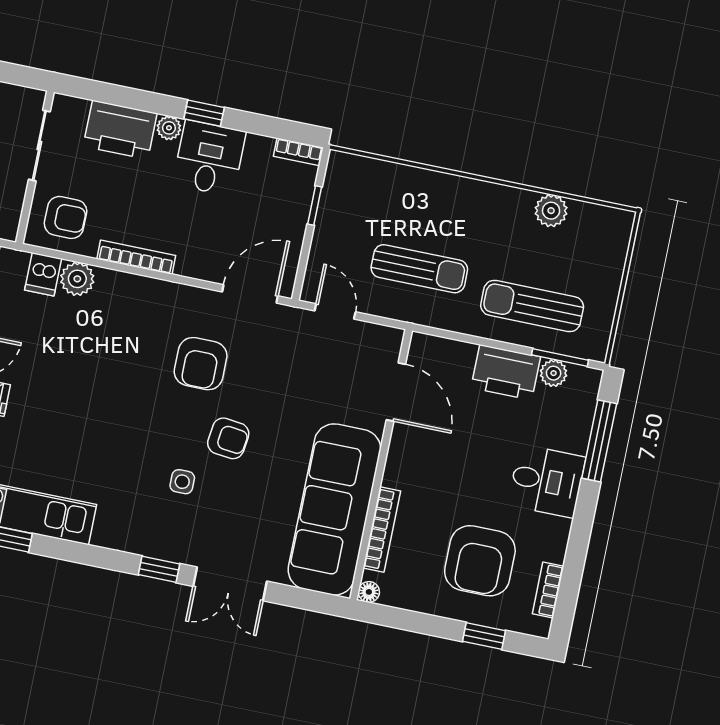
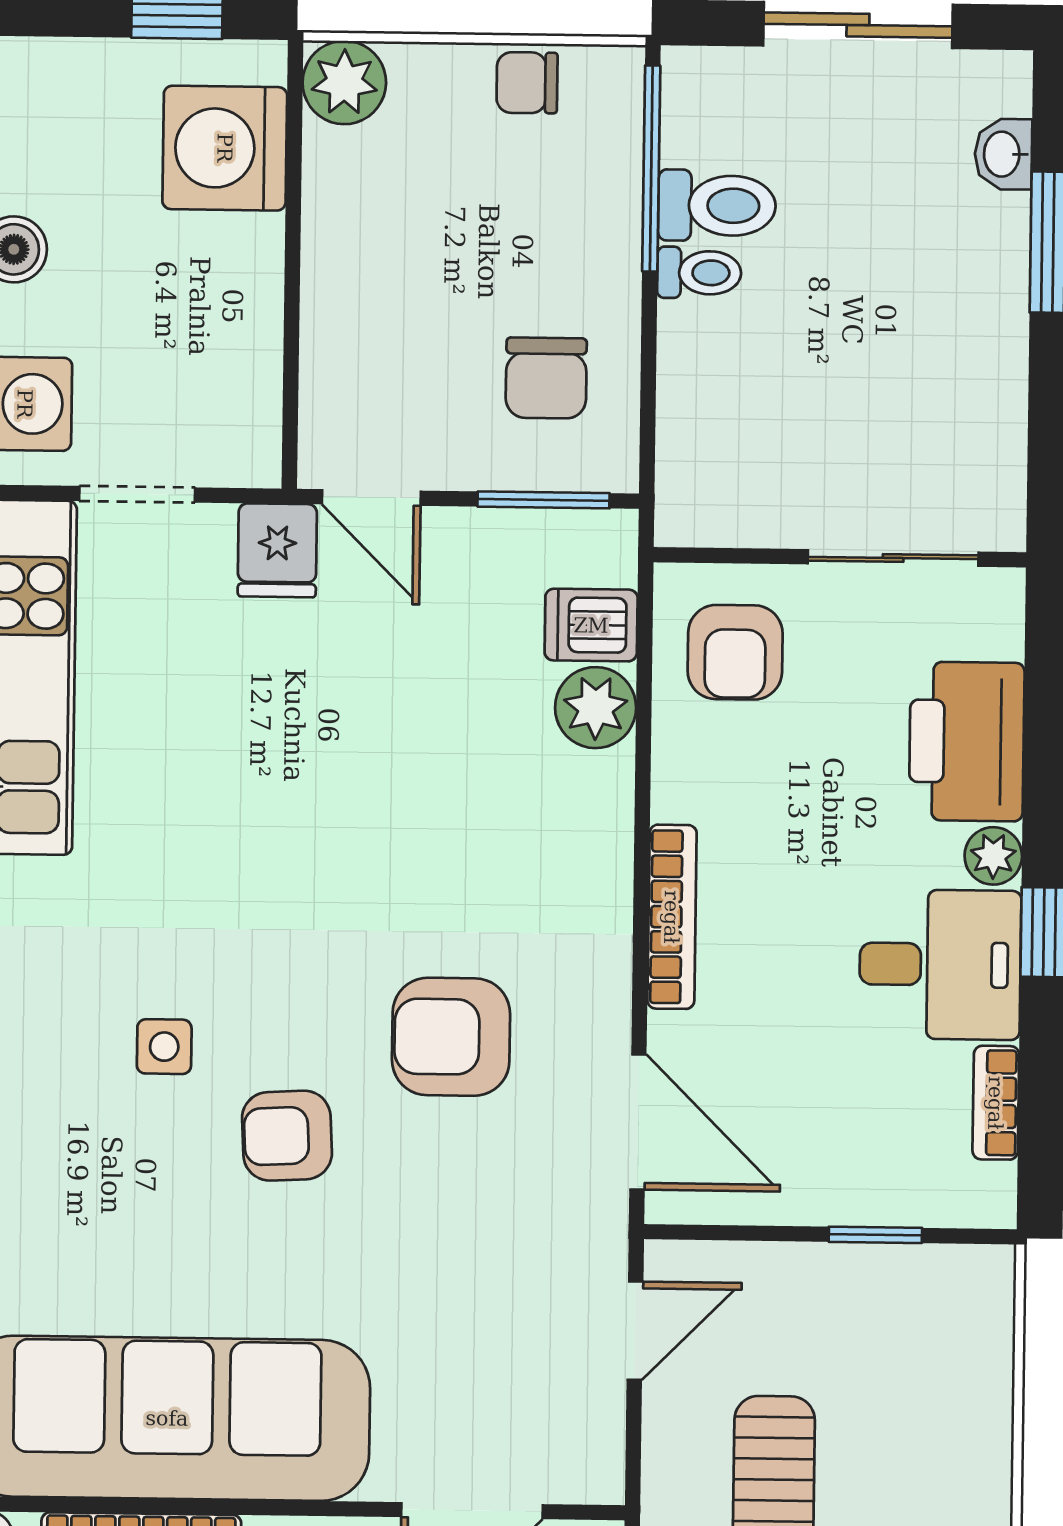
bookcase: (298, 152) -> (996, 1103), moved
bookcase: (136, 257) -> (672, 917), moved
armchair: (228, 438) -> (287, 1136), turned 80

